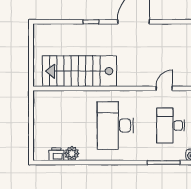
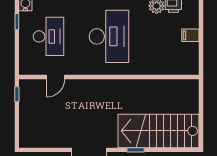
stairs: (79, 71) -> (159, 131), moved, turned 180
filing cabinet: (41, 127) -> (190, 35), added

